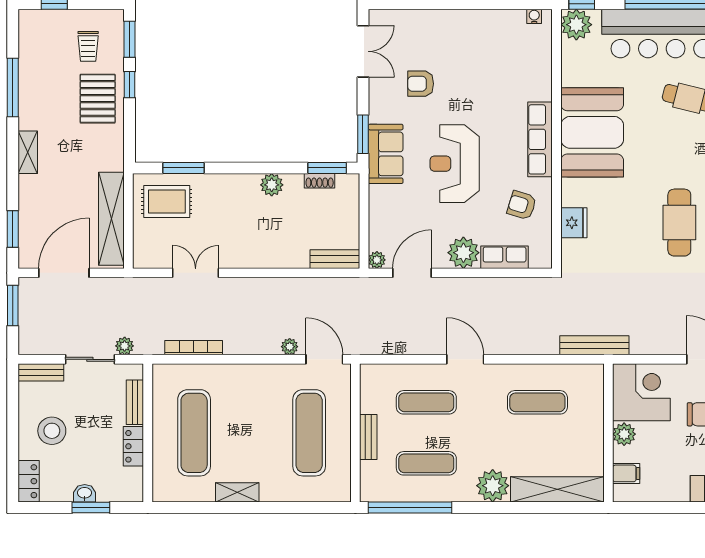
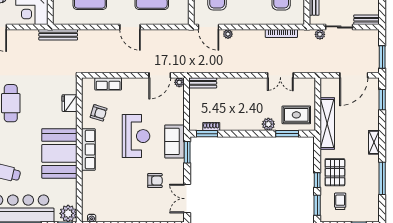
plant: (272, 185) -> (268, 124), moved
shelving: (111, 219) -> (327, 123), moved
plant: (463, 253) -> (131, 86), removed

